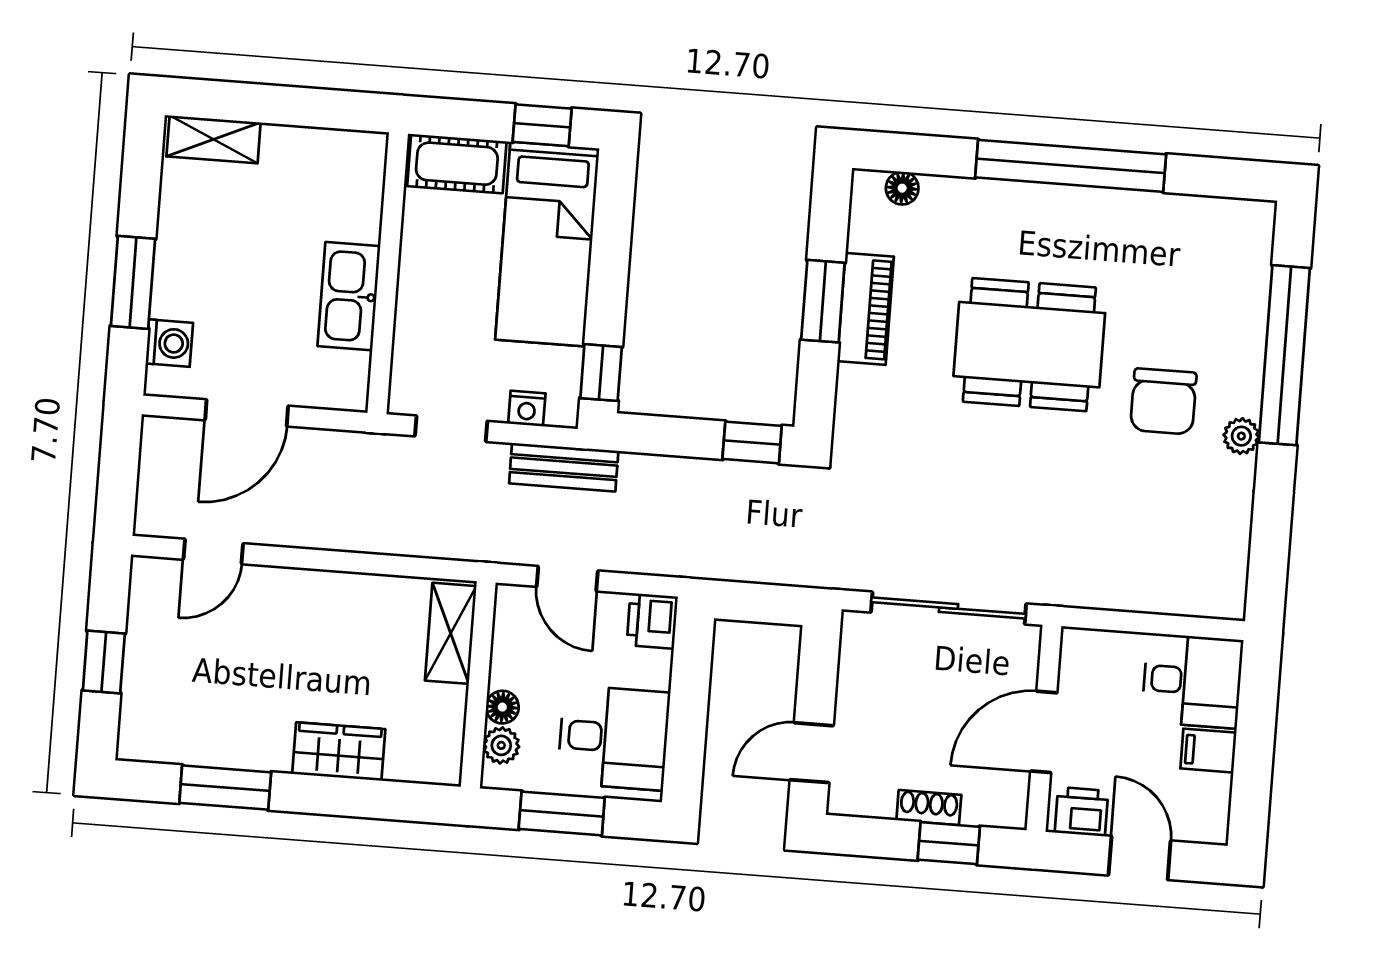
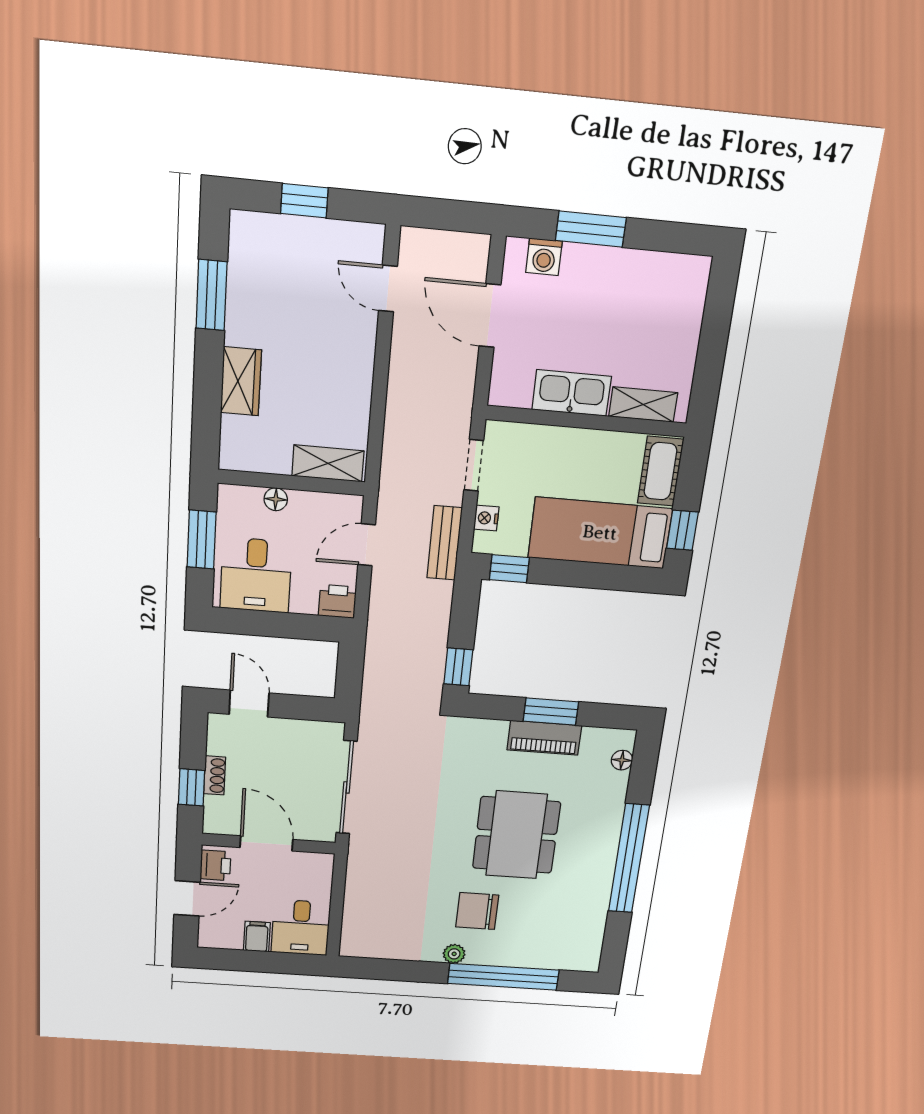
shelving: (214, 139) -> (643, 405), moved, turned 90
plant: (501, 745) -> (248, 498), removed

